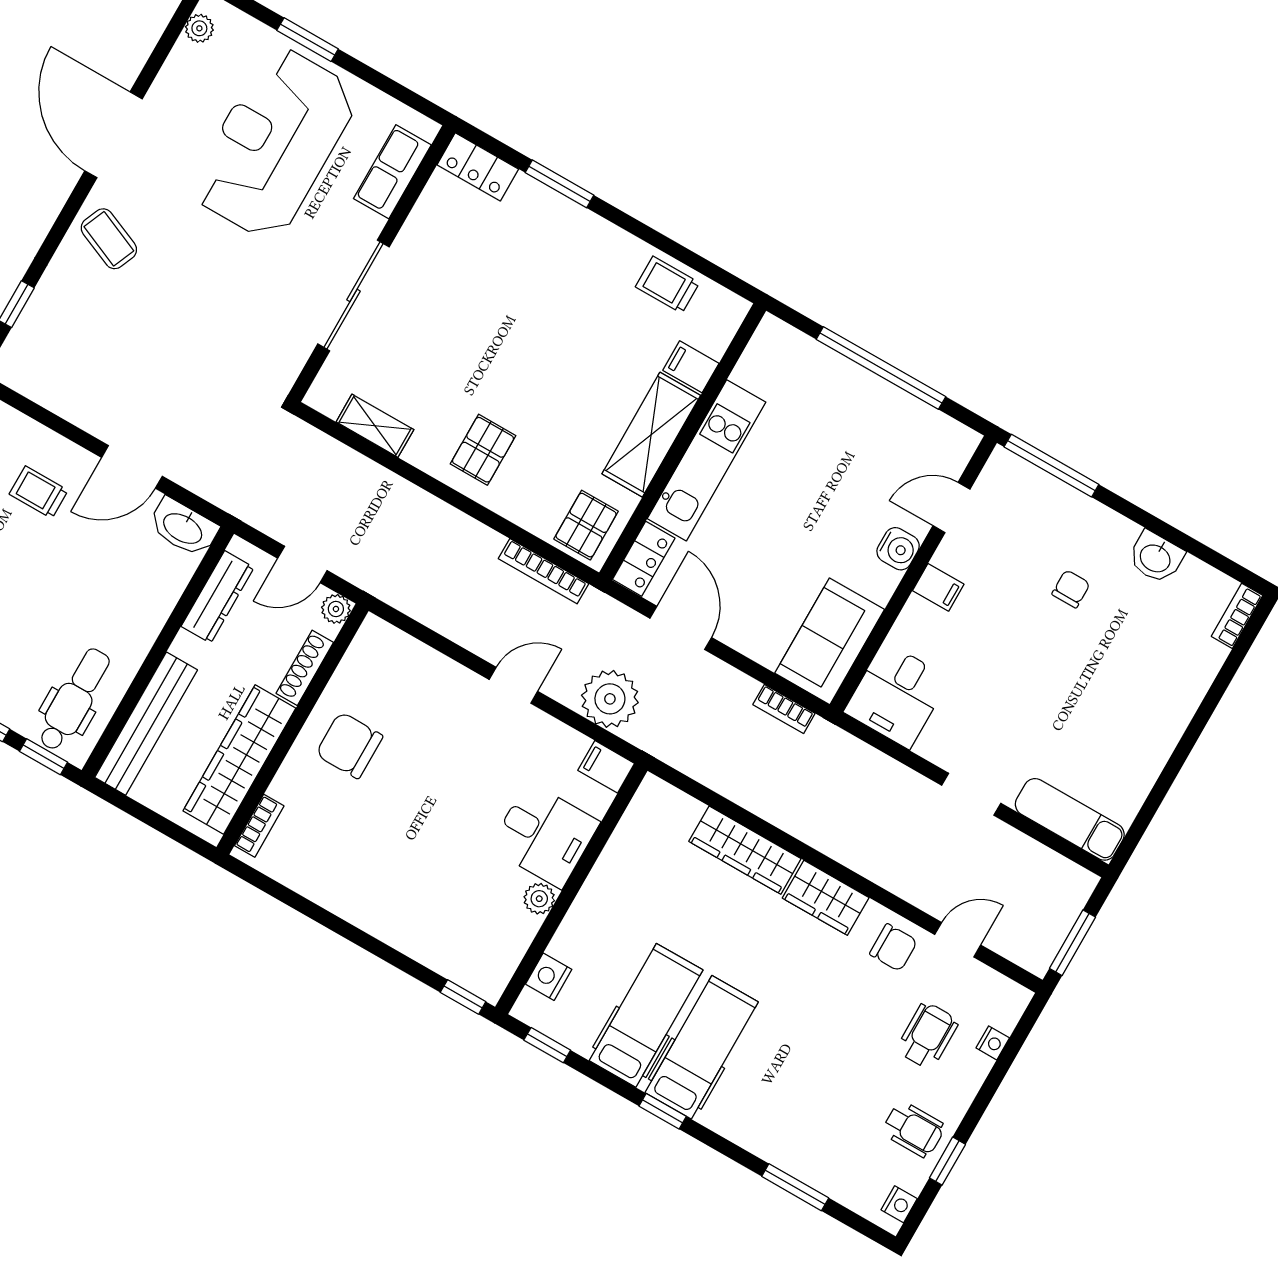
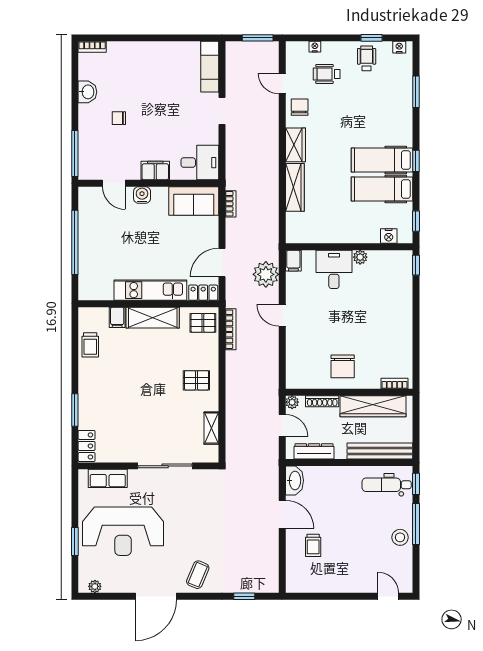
filing cabinet: (938, 587) -> (155, 171), width x2.00

